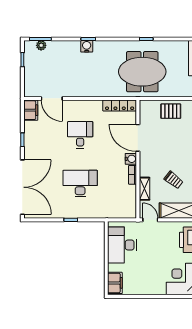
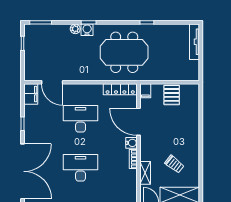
plant: (41, 45) -> (75, 29), moved
meeting table: (142, 72) -> (124, 52), moved
filing cabinet: (145, 107) -> (145, 91), added
pallet: (171, 111) -> (172, 95), turned 90
desk: (80, 135) -> (81, 119), width x1.37

